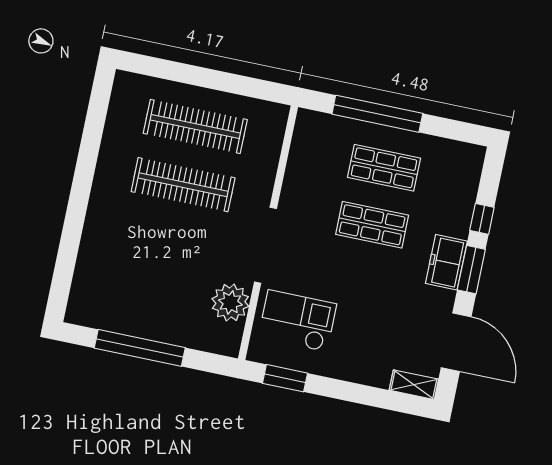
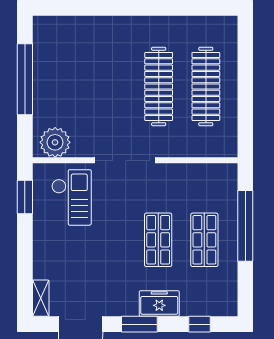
window: (482, 219) -> (199, 324), moved
freezer: (446, 262) -> (159, 304), moved
plant: (230, 302) -> (55, 142), moved

